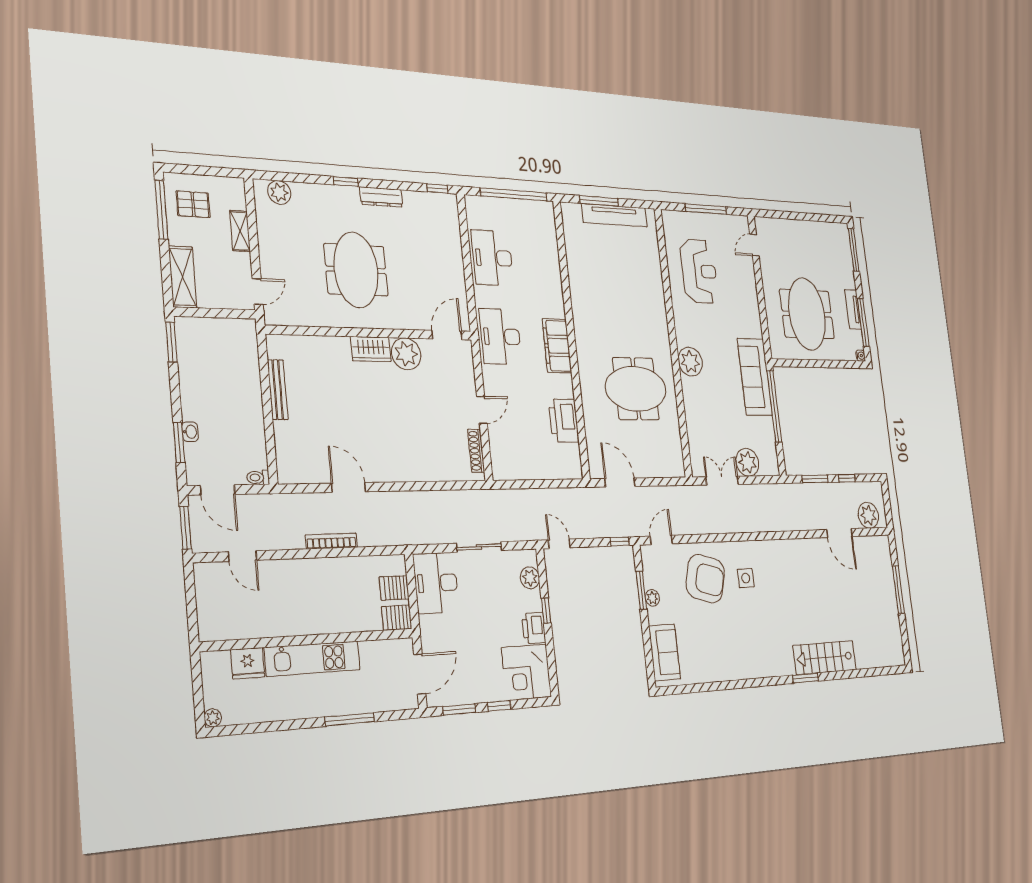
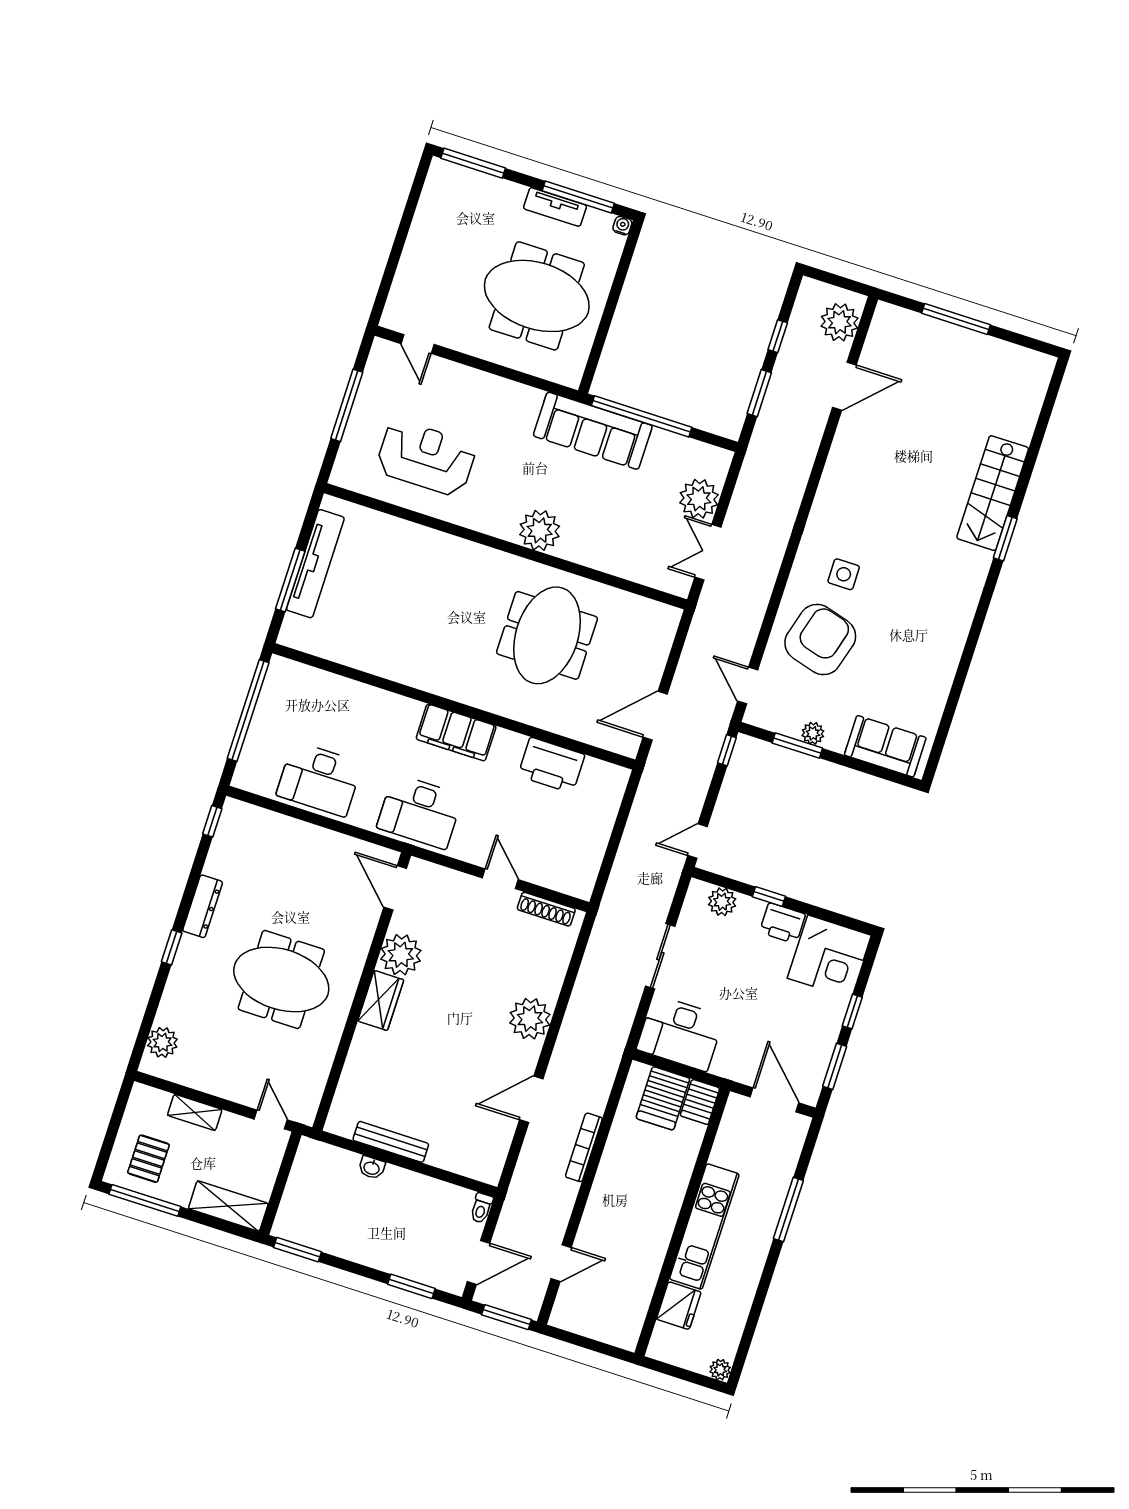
washbasin: (190, 432) -> (372, 1168), moved, turned 180
plant: (402, 466) -> (530, 1019), added
server rack: (394, 588) -> (663, 1098), width x1.36, depth x1.44

